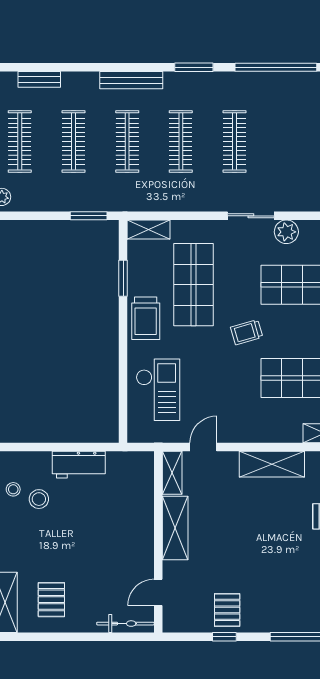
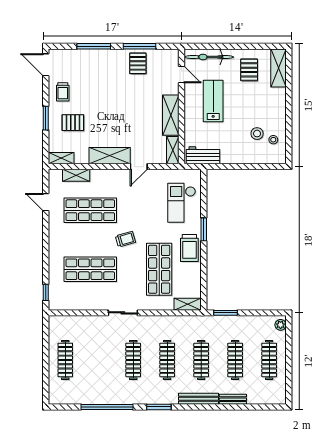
bench: (39, 79) -> (233, 399), moved
plant: (286, 232) -> (100, 303), removed
window: (123, 278) -> (204, 229), moved
trolley: (146, 318) -> (189, 248), turned 180
door: (203, 447) -> (139, 167), moved
workbench: (79, 465) -> (203, 155), moved
lab bench: (108, 551) -> (213, 101), added
door: (158, 592) -> (182, 74), hinge flipped
bicycle: (125, 624) -> (209, 57), width x1.37, depth x1.40
window: (224, 637) -> (140, 46), width x2.17

